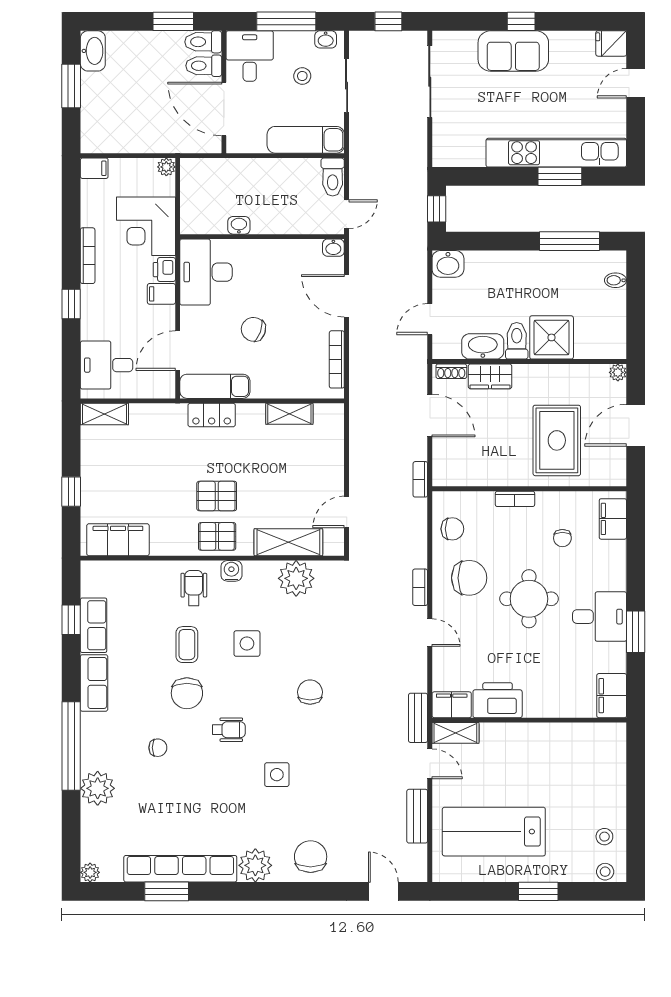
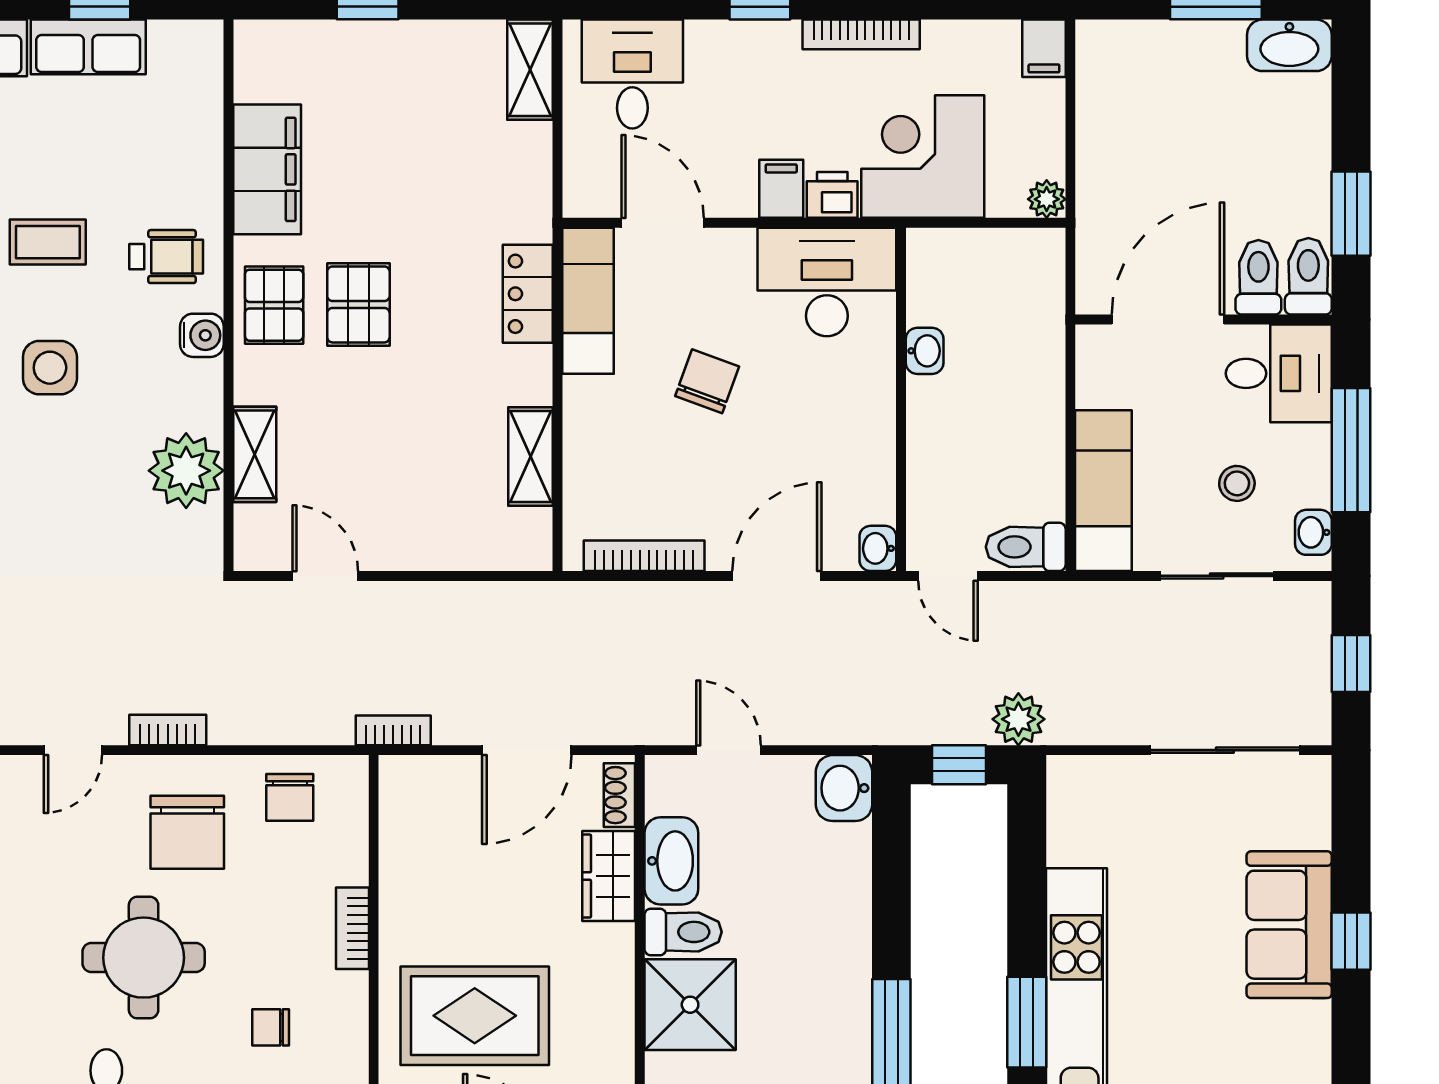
plant: (415, 180) -> (1018, 719), added
filing cabinet: (118, 540) -> (267, 169), moved
shelving: (288, 542) -> (255, 454), width x0.67, depth x0.75

